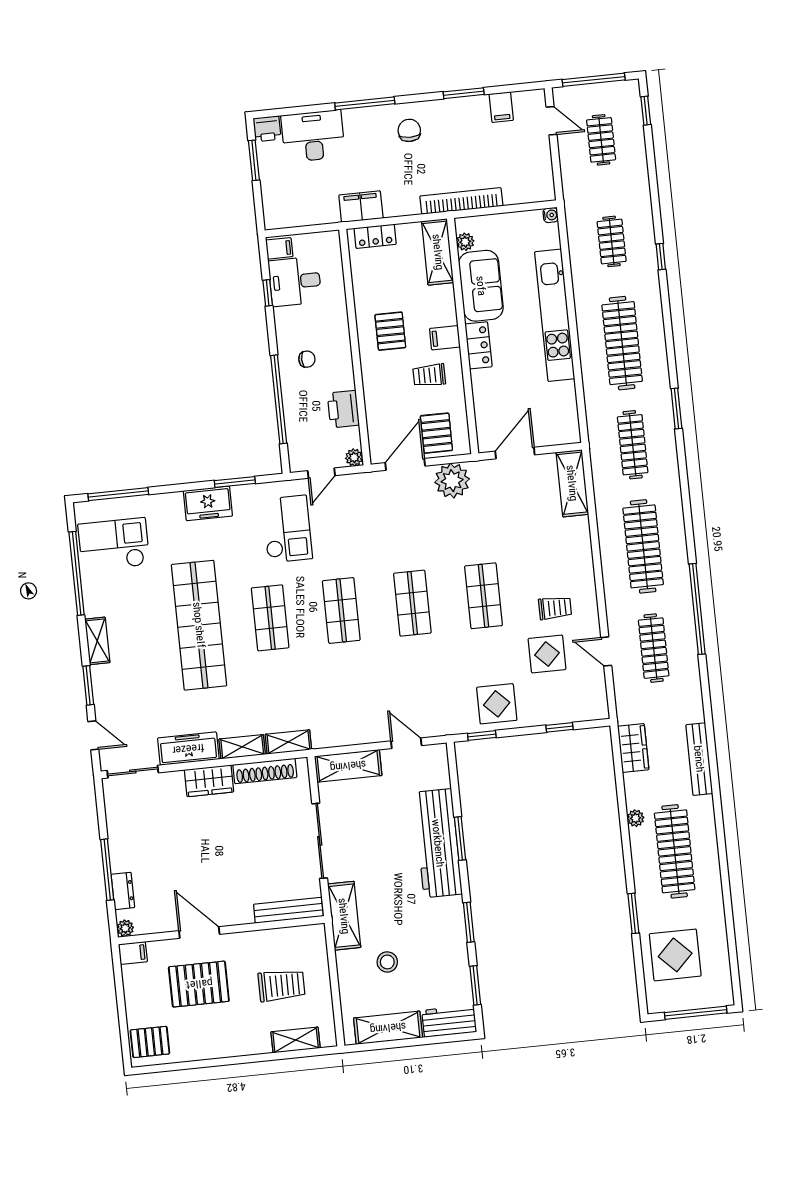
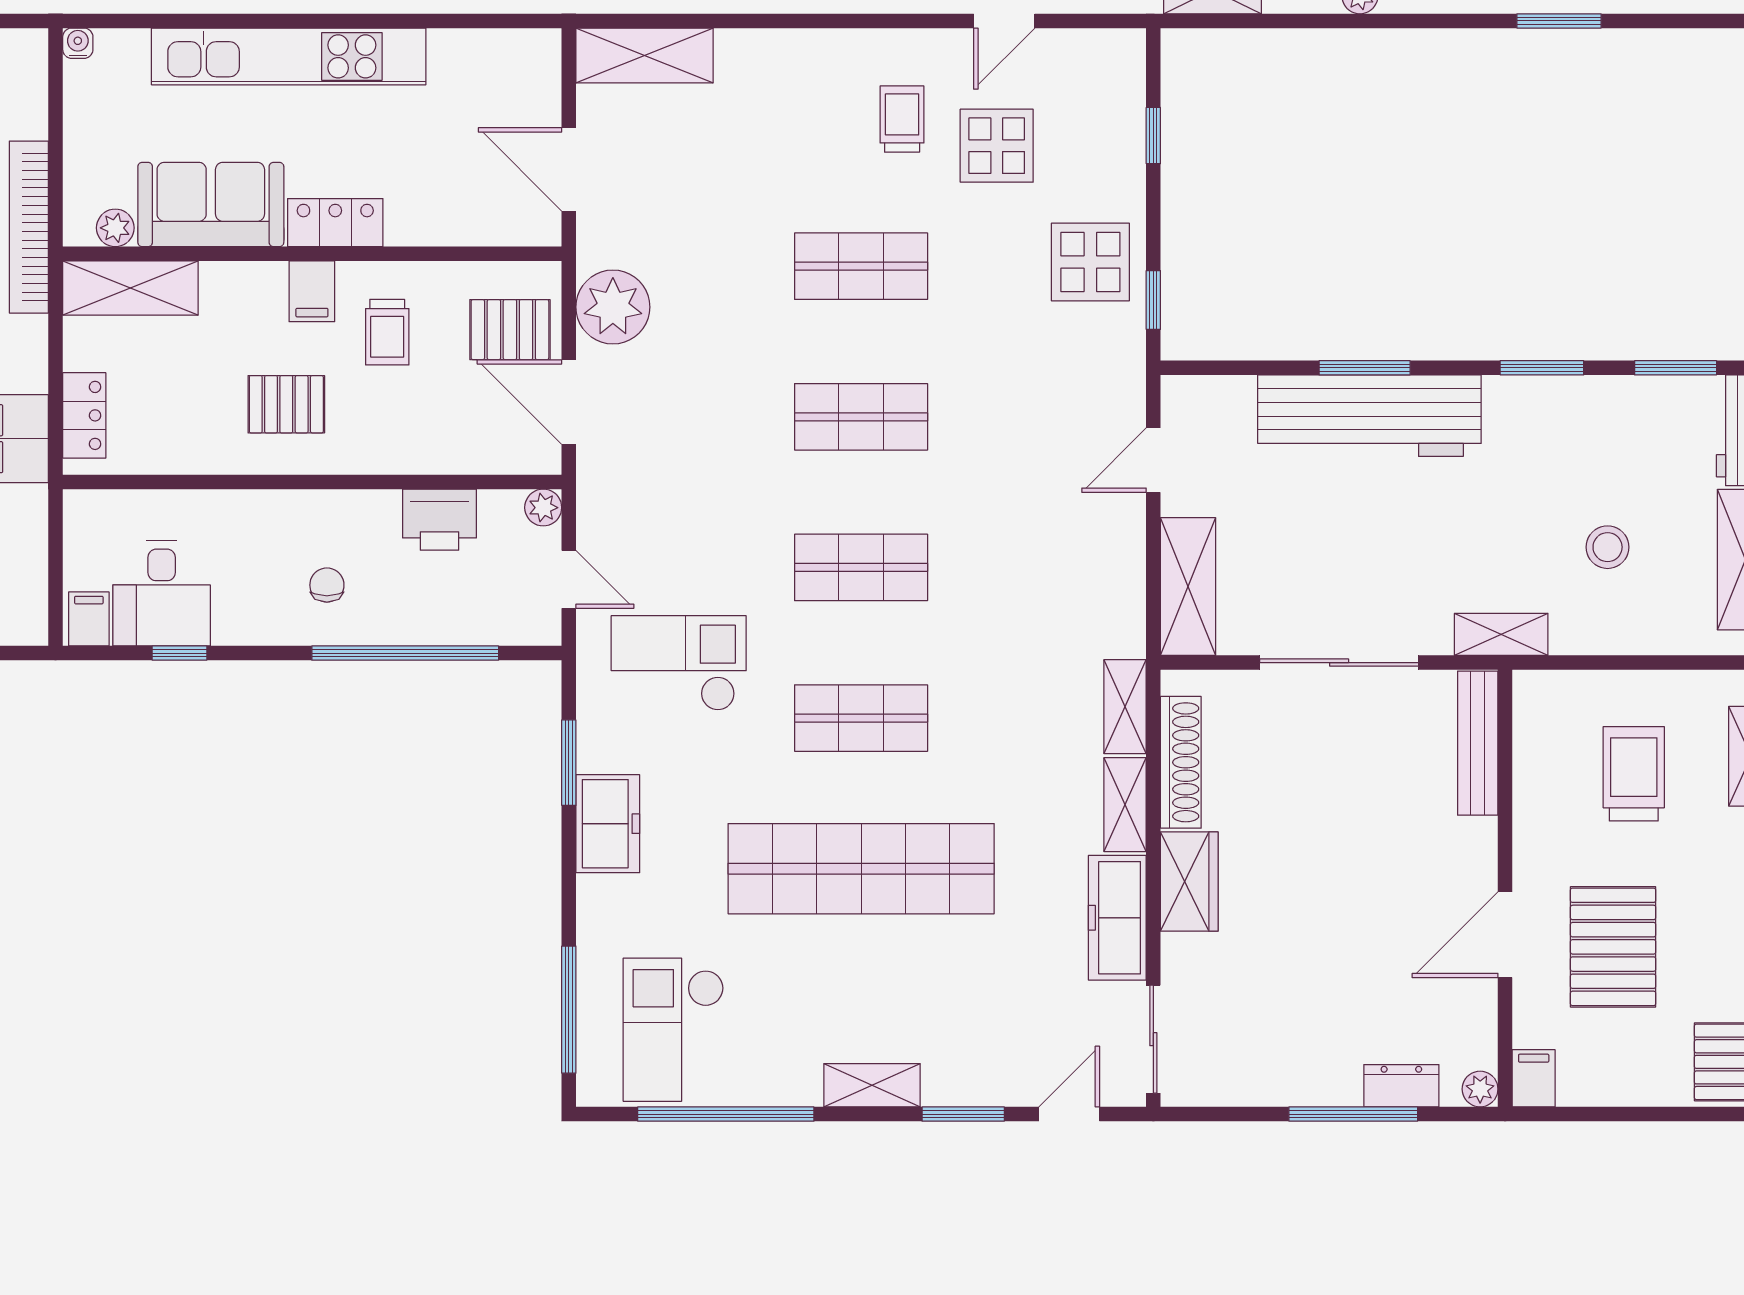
shelving: (344, 916) -> (1501, 634), width x0.67, depth x0.75

